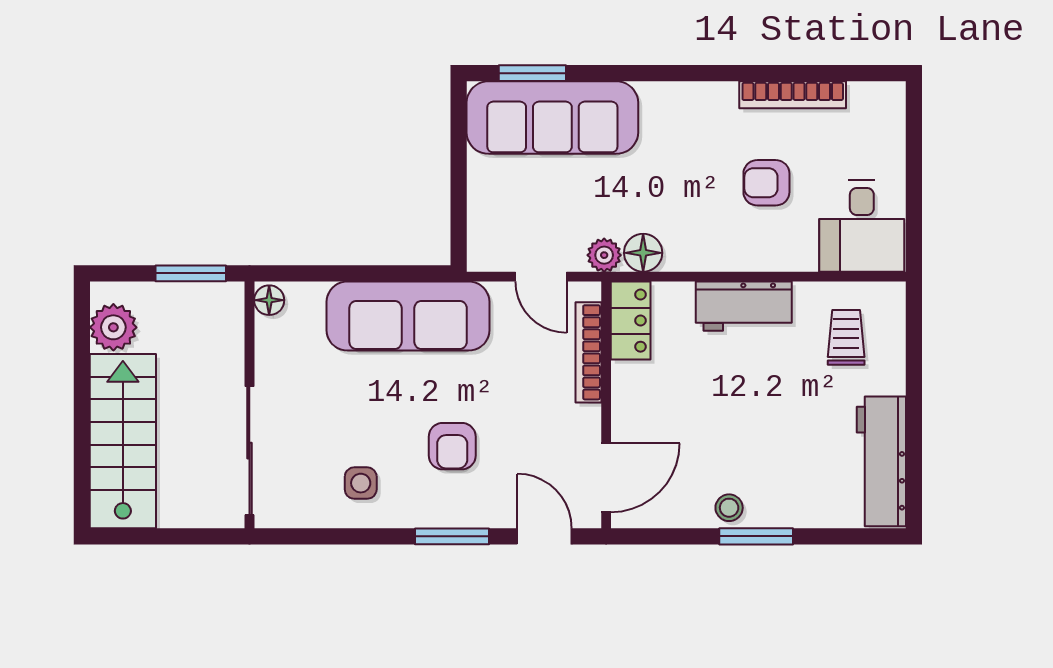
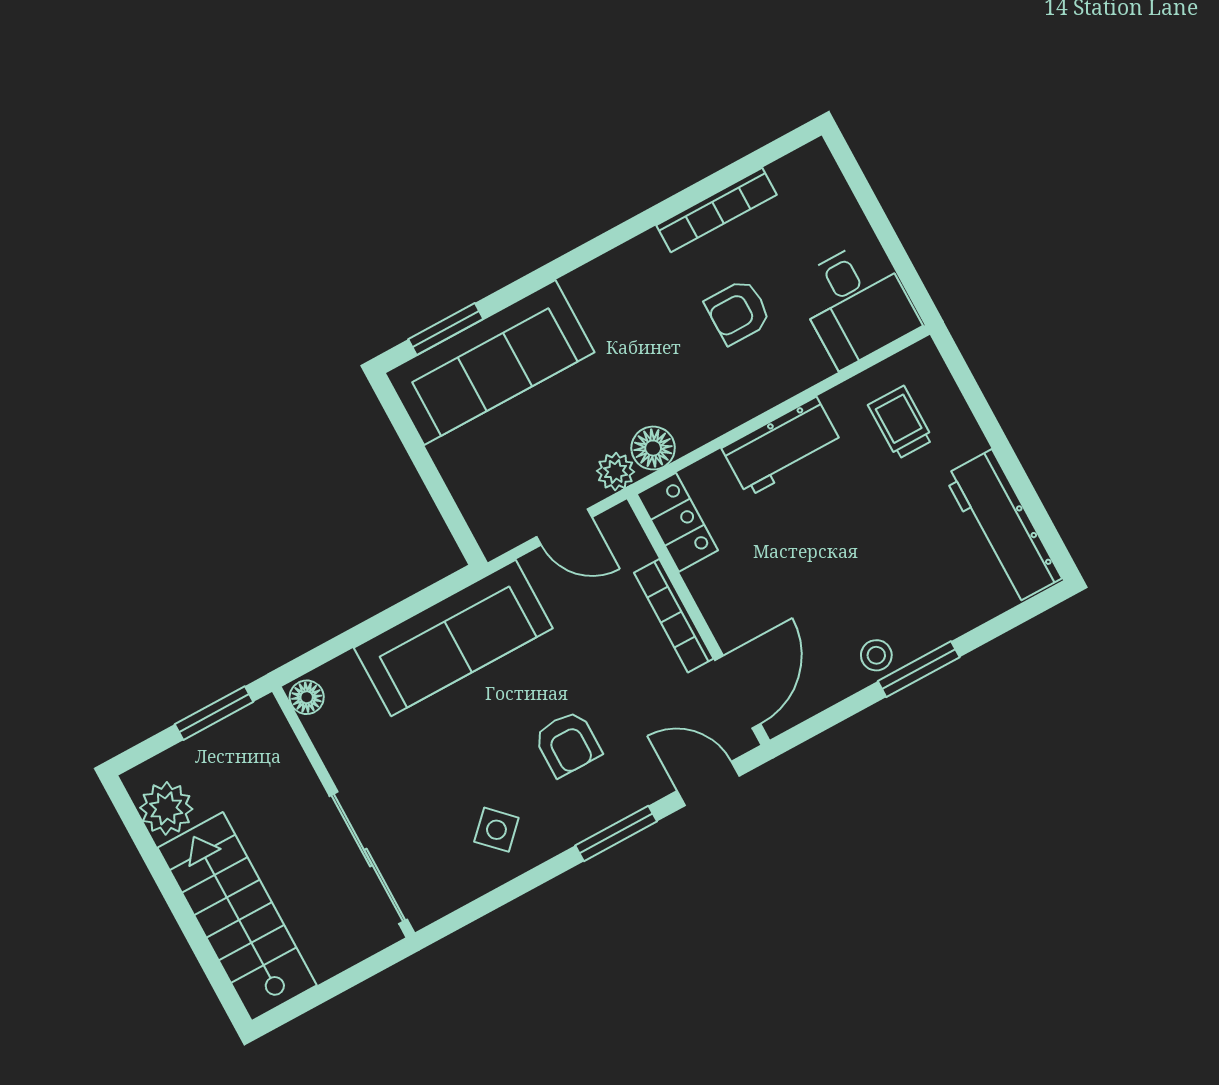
bookcase: (588, 352) -> (674, 616), moved
side table: (361, 483) -> (496, 830), turned 45

